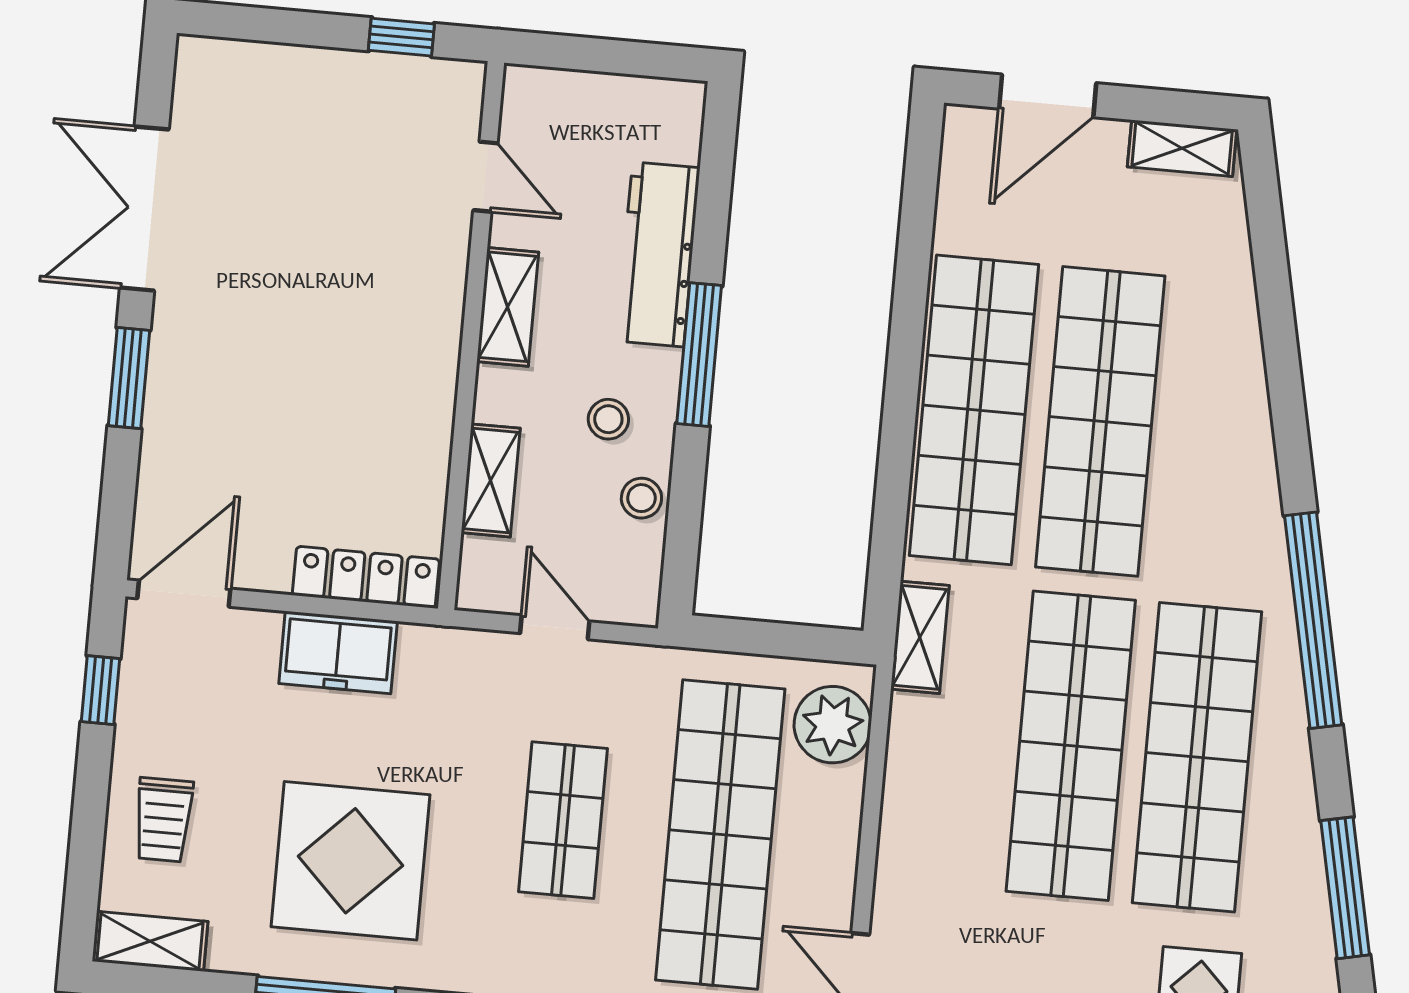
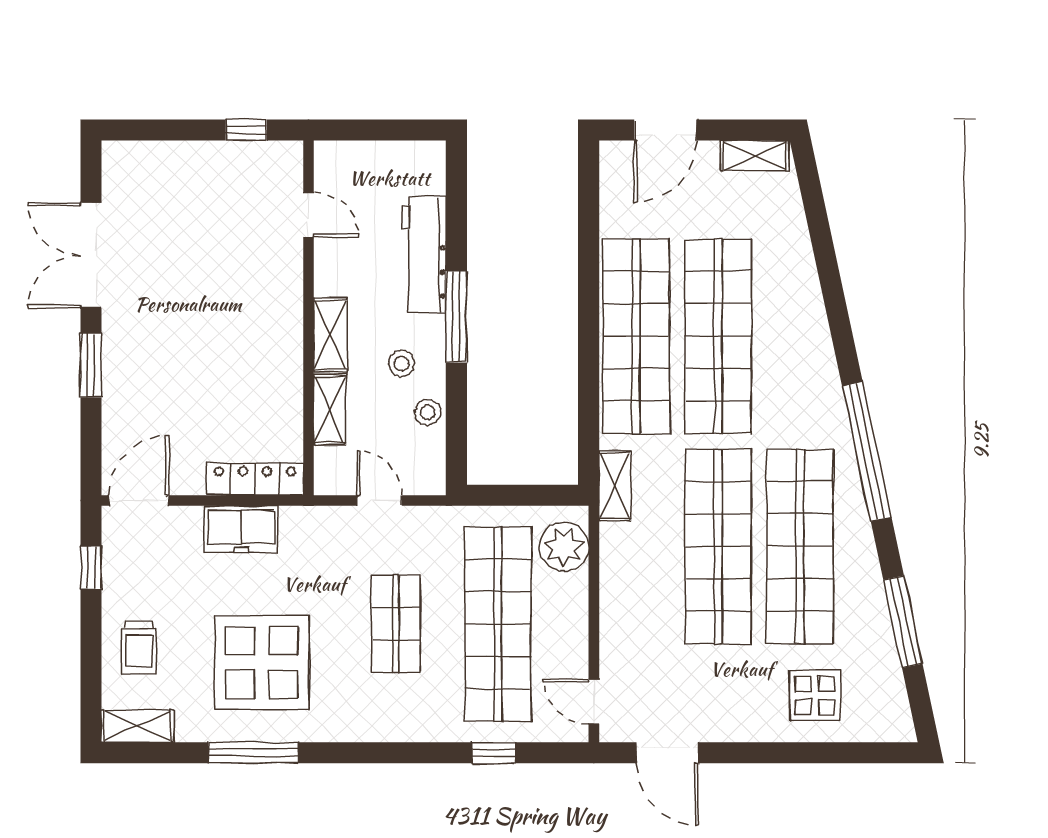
shelving: (508, 307) -> (330, 335), moved

